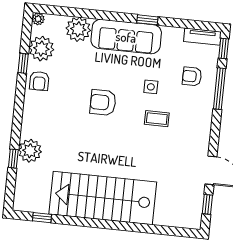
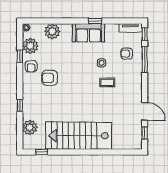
sofa: (126, 37) -> (89, 33), width x0.73
armchair: (103, 102) -> (50, 78), moved
plant: (30, 151) -> (30, 127), moved
window: (13, 159) -> (20, 105), moved

